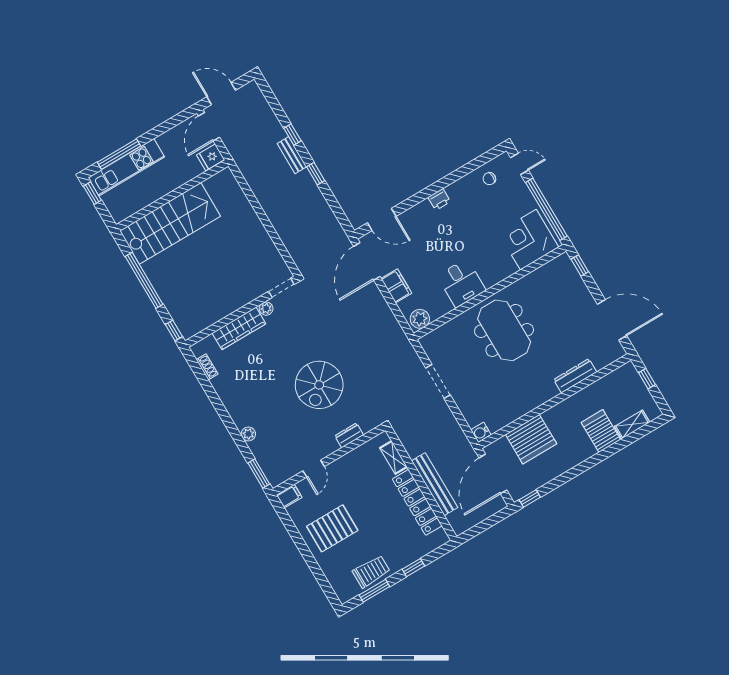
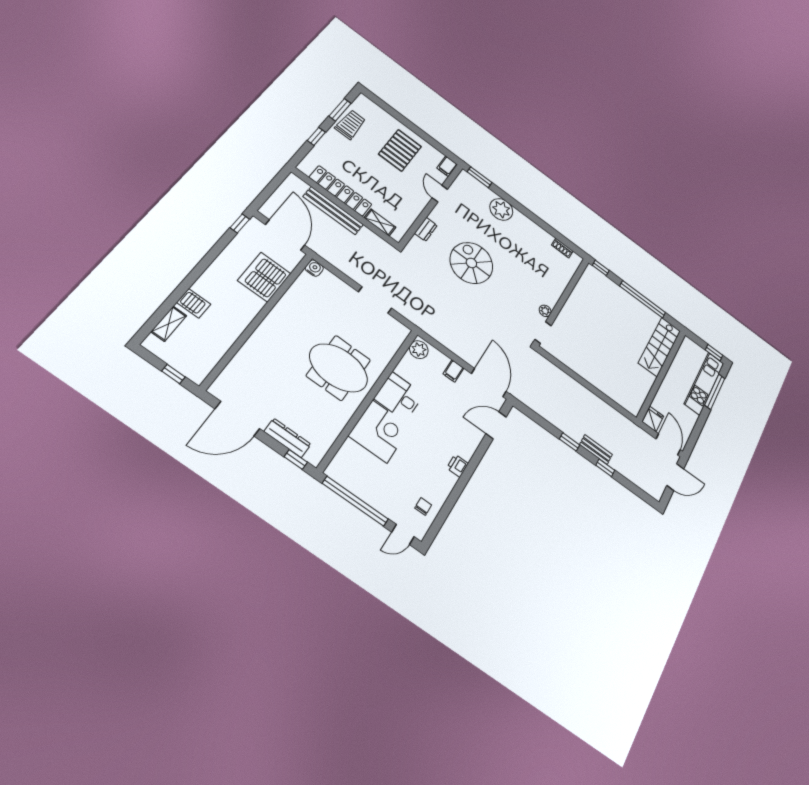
stairs: (170, 223) -> (660, 347), width x0.73, depth x0.66
corner desk: (528, 240) -> (380, 431), moved
filing cabinet: (396, 286) -> (453, 371), width x0.50
wardrobe: (239, 328) -> (556, 287), removed
dresser: (575, 376) -> (287, 438), moved, turned -90
server rack: (601, 431) -> (194, 303), width x0.73, depth x0.70
plant: (248, 434) -> (501, 209), width x1.88, depth x1.88
trolley: (371, 571) -> (350, 124), turned 180

